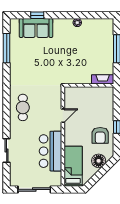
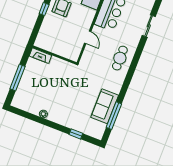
sofa: (36, 28) -> (105, 106), moved, turned -90
door: (63, 116) -> (88, 37), swing flipped

